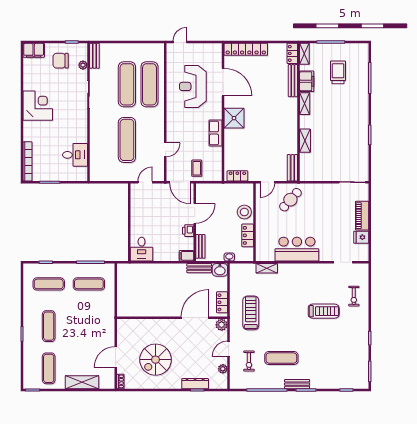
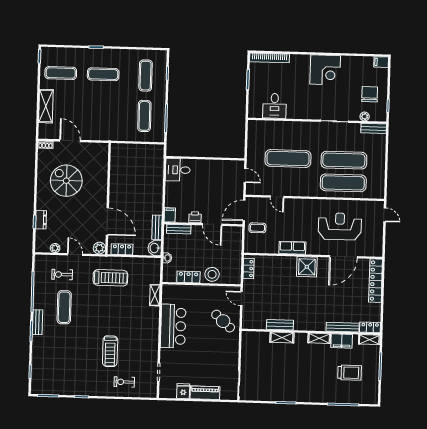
filing cabinet: (34, 50) -> (381, 62), width x0.50
bench: (292, 168) -> (280, 325), moved
dresser: (195, 384) -> (41, 220), width x0.70

